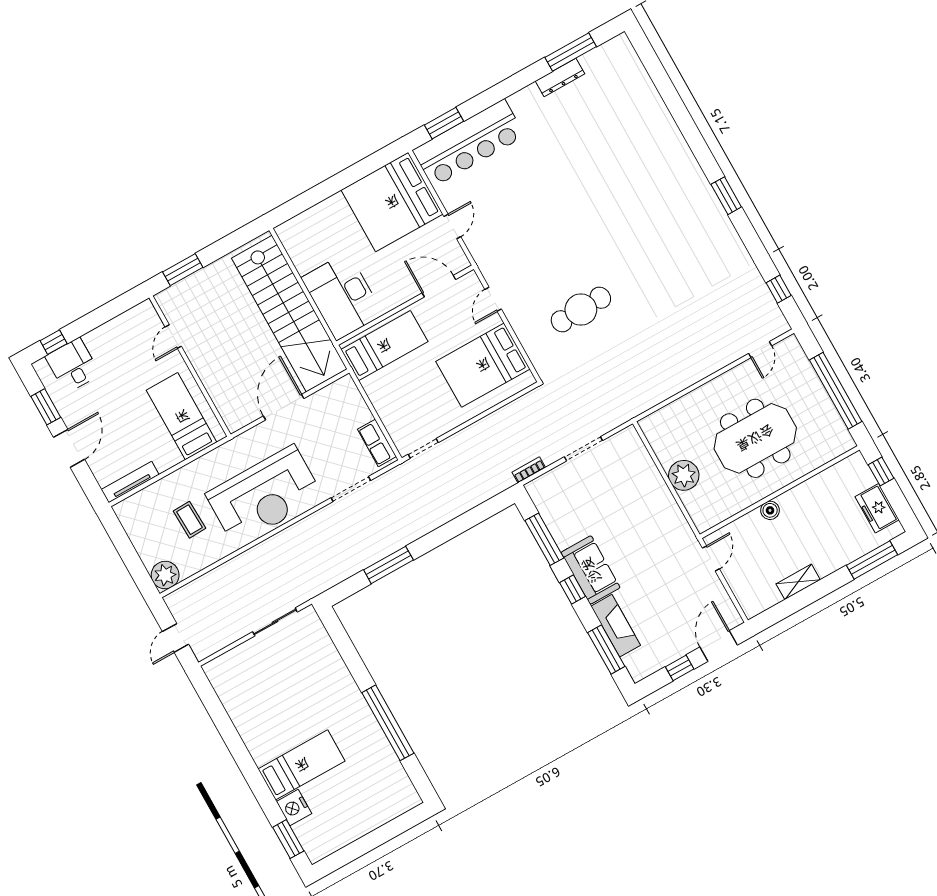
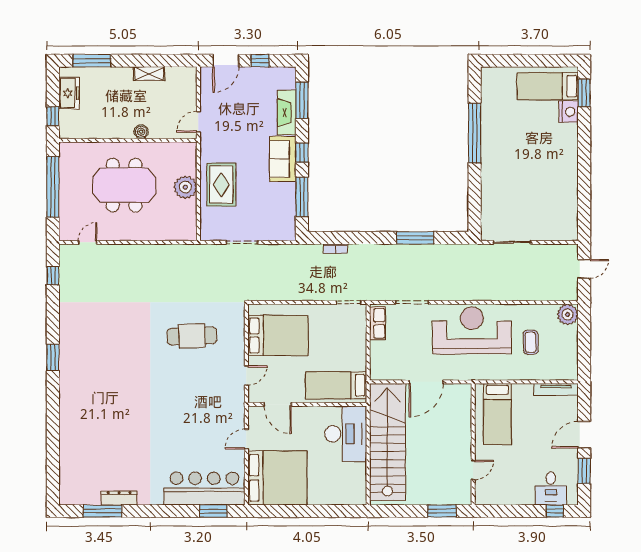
bookcase: (529, 470) -> (335, 249), moved
rug: (644, 501) -> (221, 185), added
bed: (302, 765) -> (548, 86), moved

